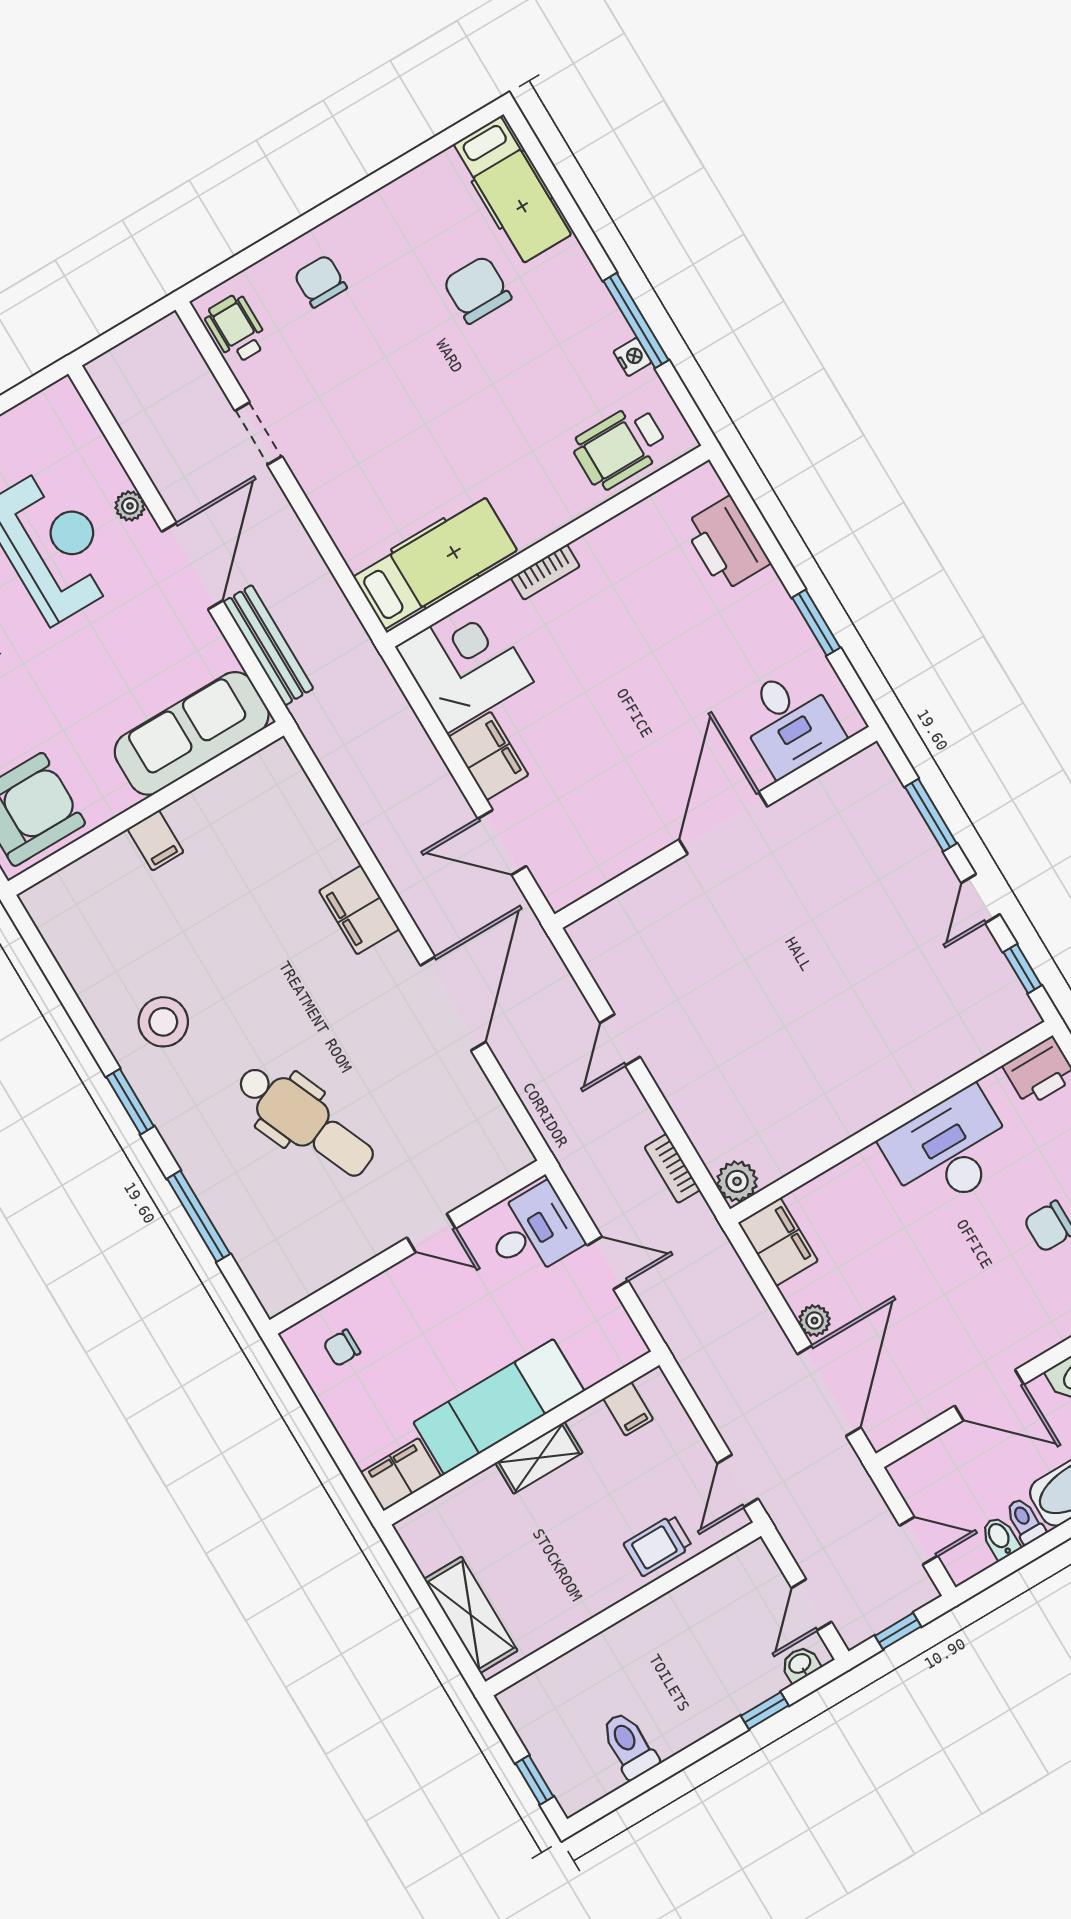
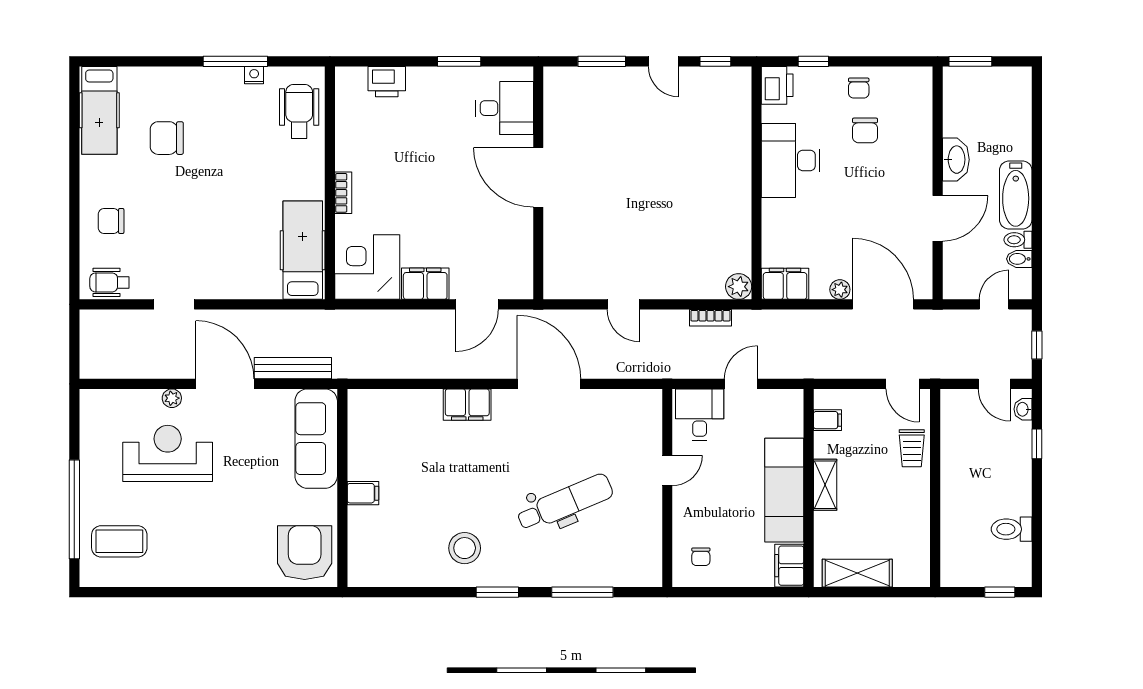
hospital bed: (512, 189) -> (99, 110), moved, turned 90
wheelchair: (620, 447) -> (299, 111), turned 180
printer: (726, 544) -> (387, 82), width x0.73, depth x0.84
shelving: (471, 1615) -> (857, 573), moved

